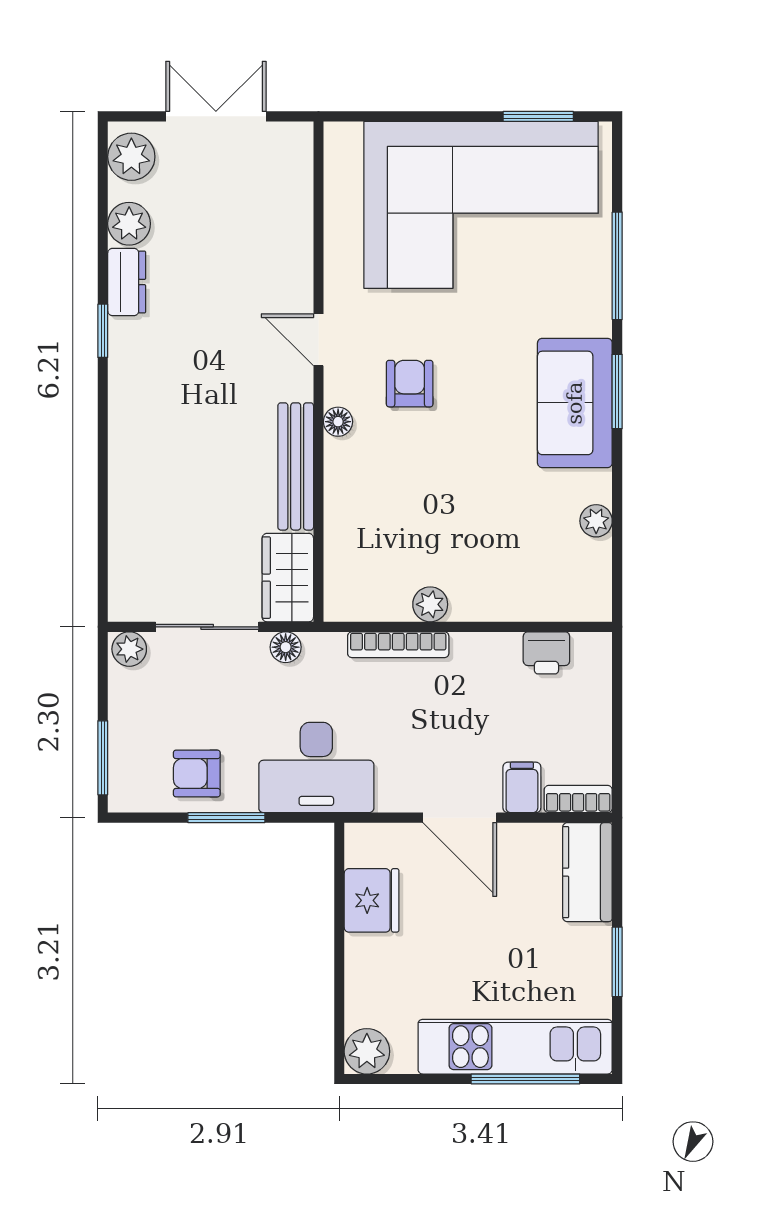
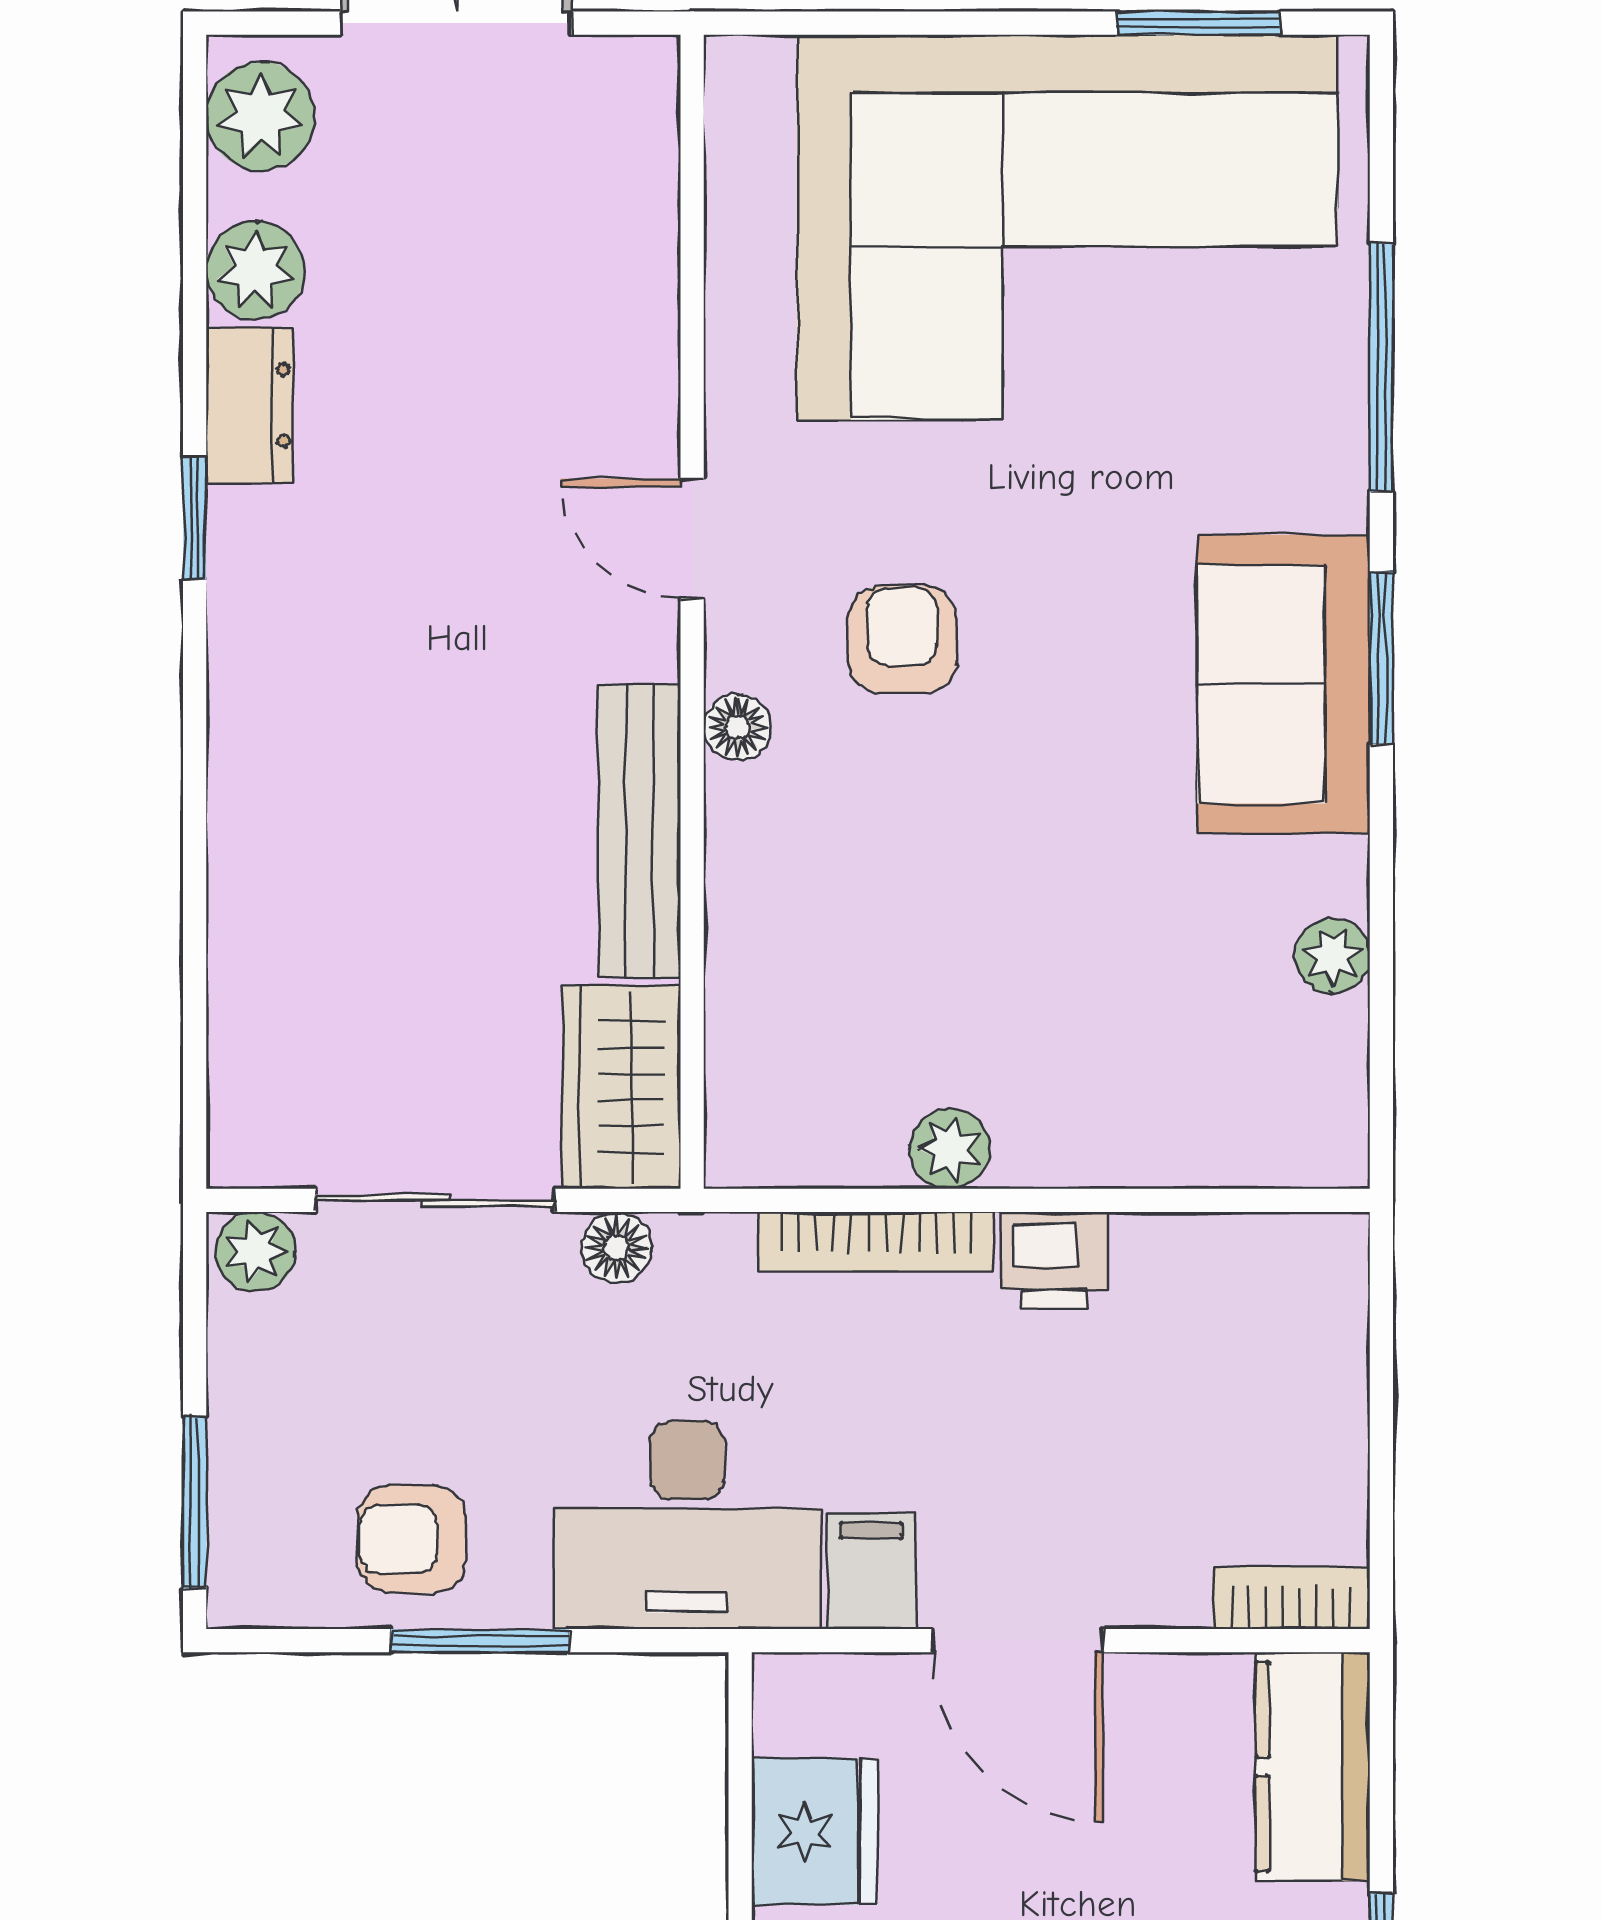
printer: (546, 653) -> (1054, 1261), moved
filing cabinet: (522, 787) -> (871, 1571), moved

